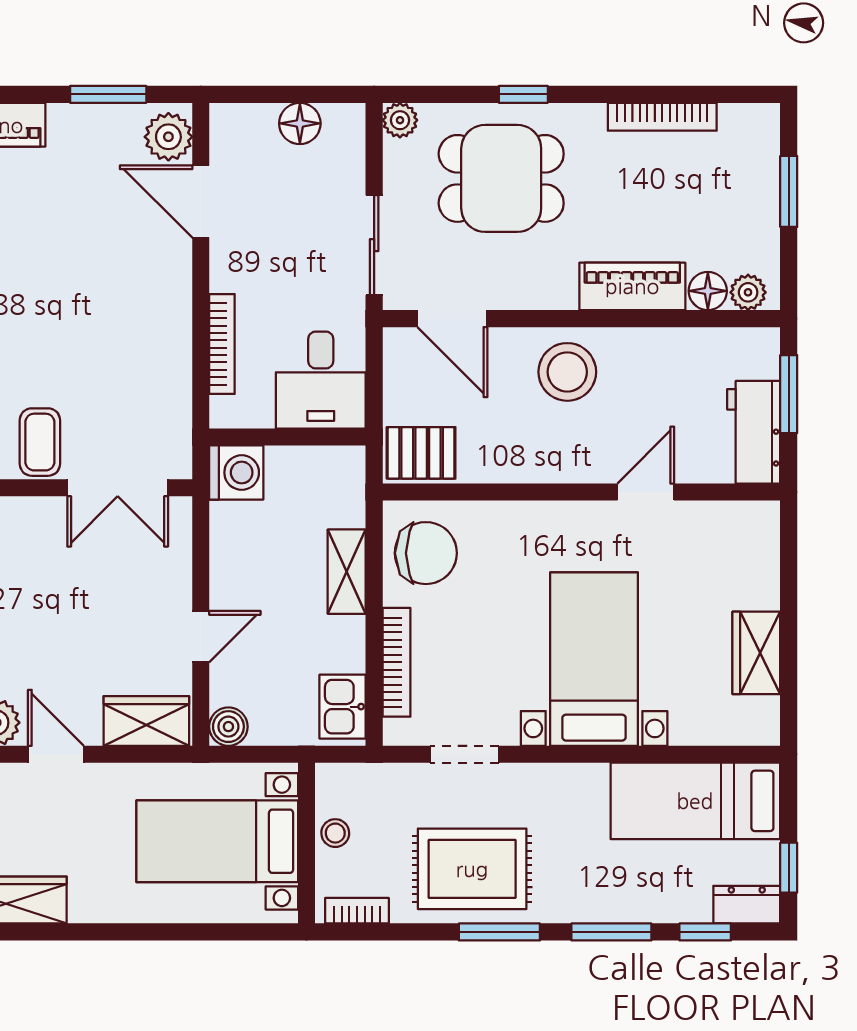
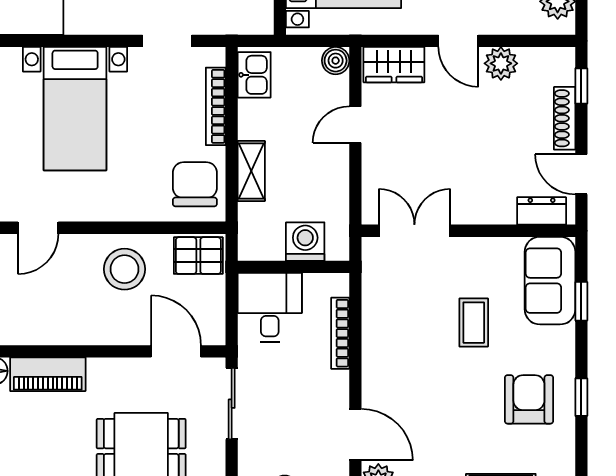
stool: (567, 372) -> (124, 269), moved
coffee table: (40, 442) -> (474, 323), moved
washing machine: (236, 473) -> (305, 242), moved, turned 90
chair: (426, 553) -> (195, 184), turned 90

